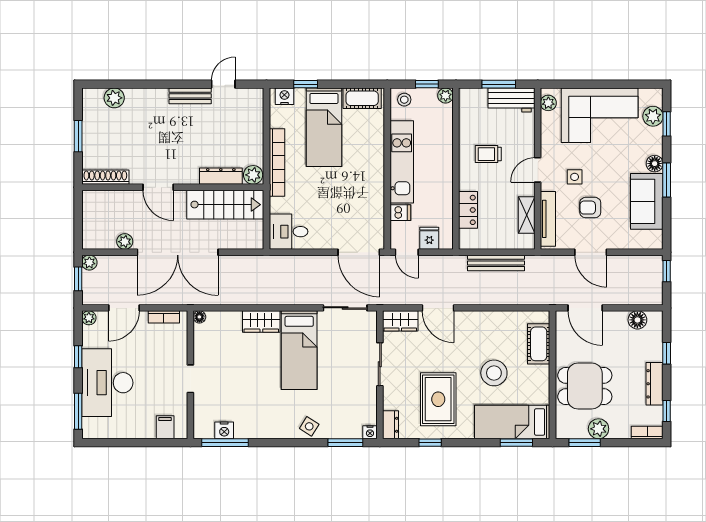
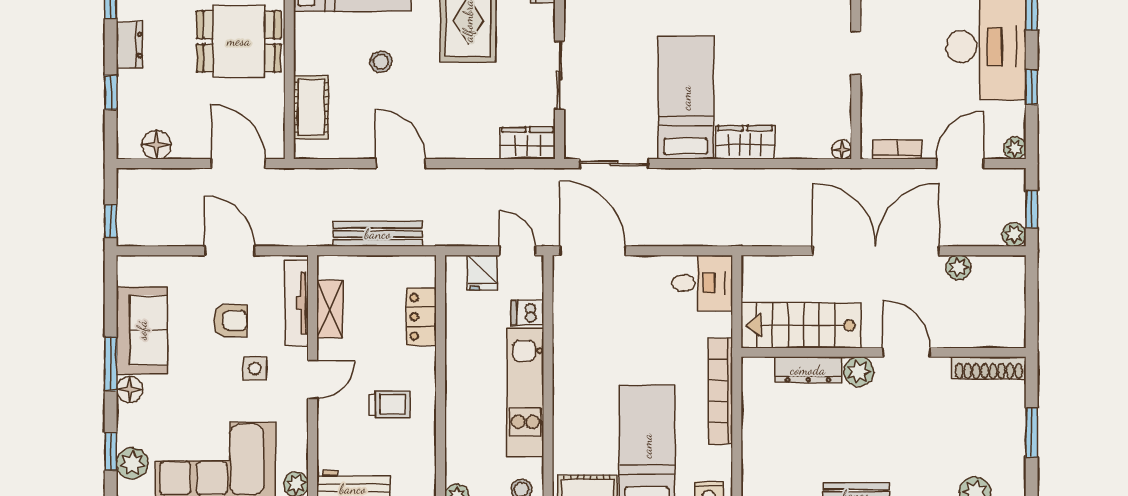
plant: (253, 175) -> (859, 372), moved
door: (438, 308) -> (401, 164), moved
stool: (494, 373) -> (381, 62), width x0.53, depth x0.53
dresser: (655, 384) -> (130, 45), width x0.70

